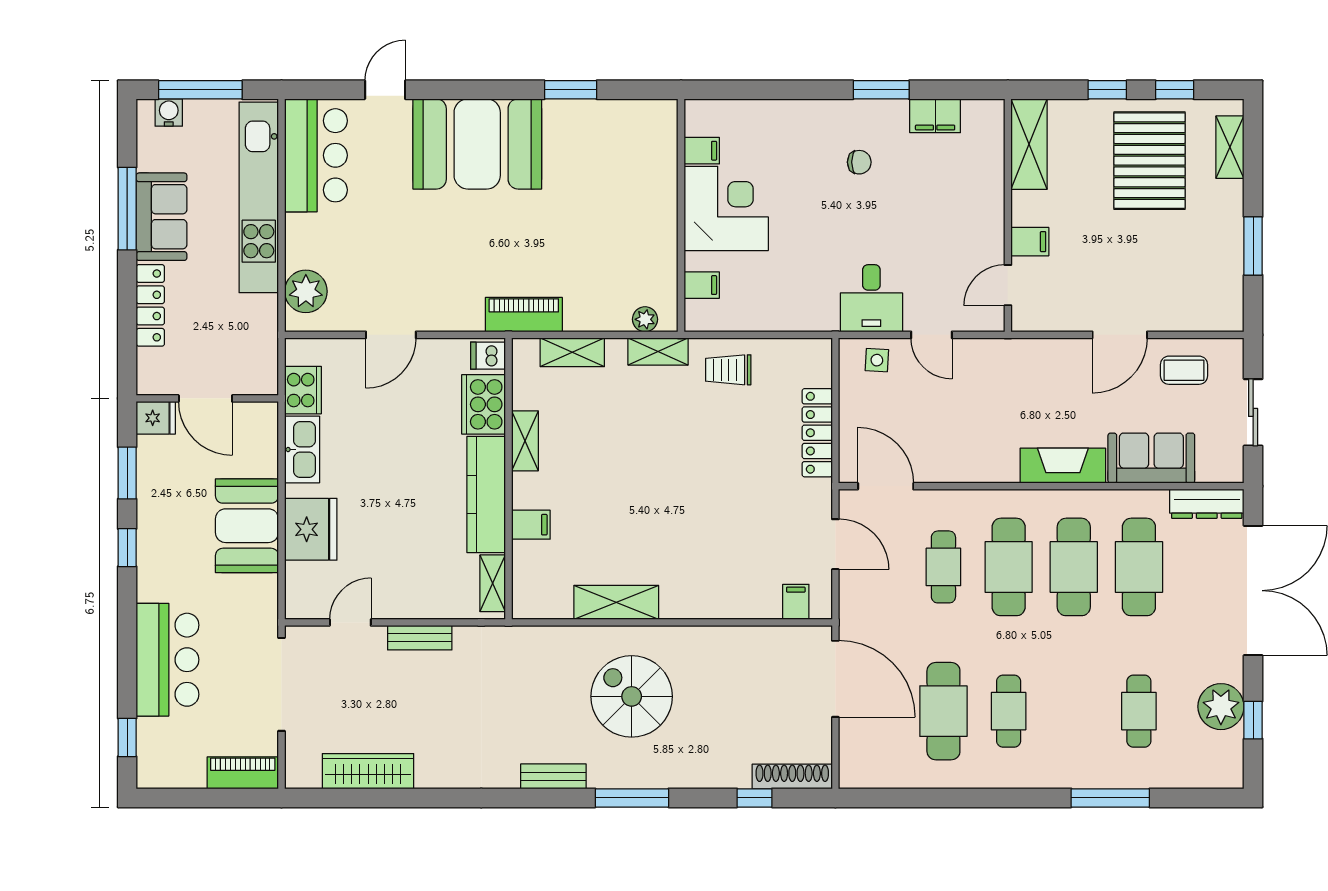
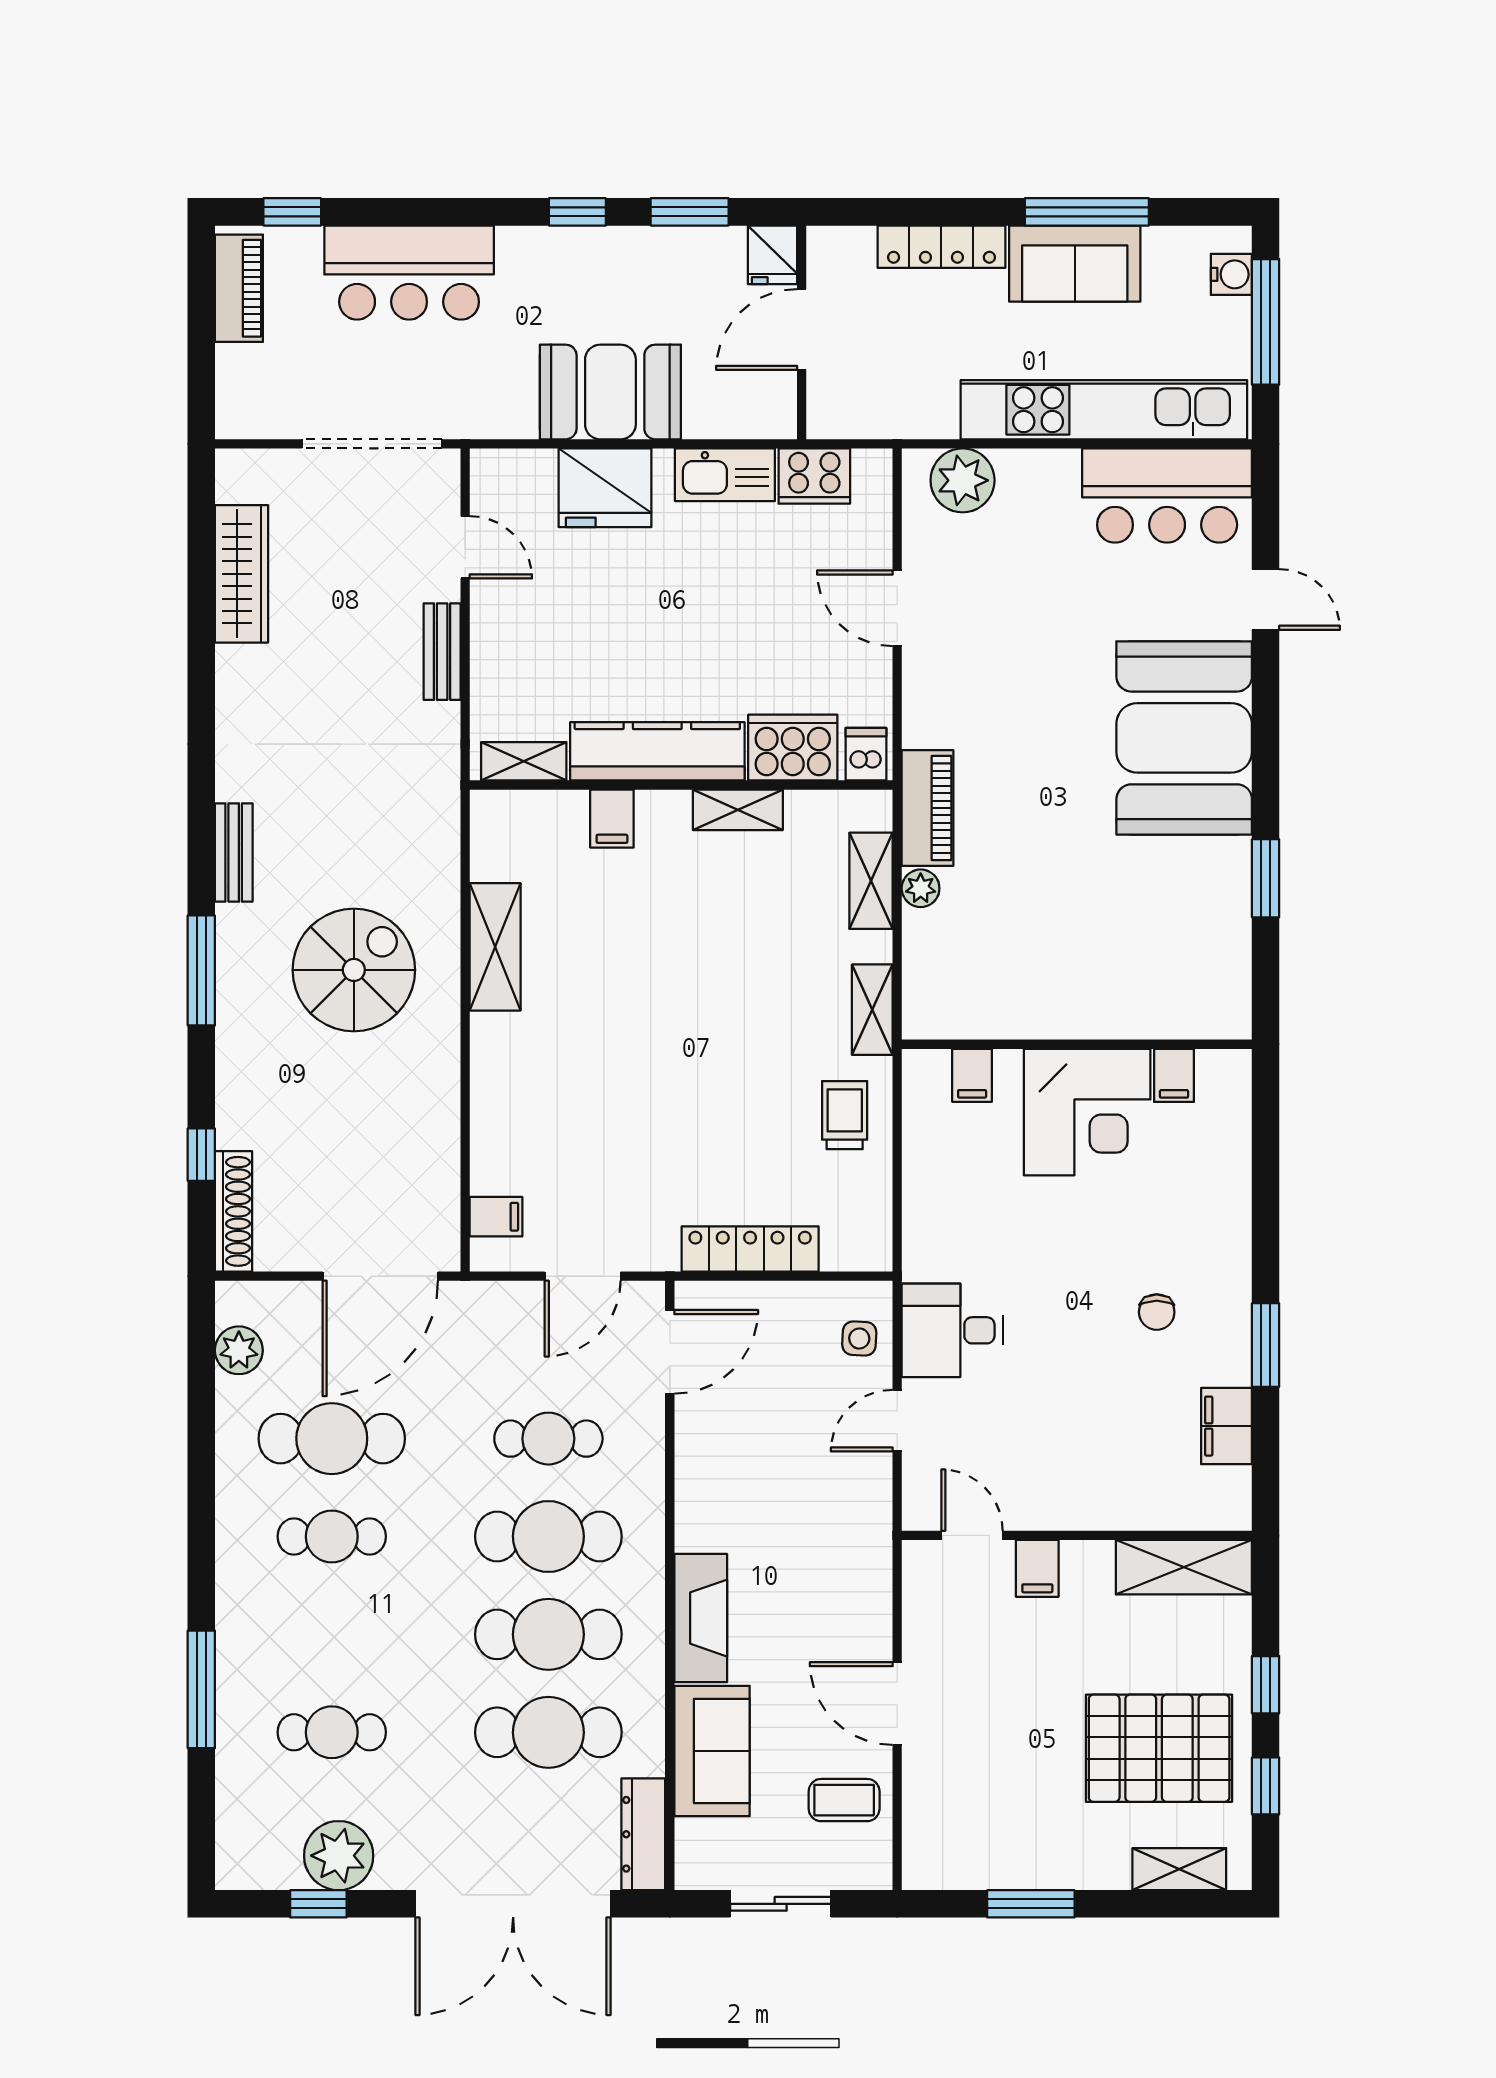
plant: (645, 319) -> (921, 888), moved
coffee table: (1184, 370) -> (844, 1800), turned 90
piano: (243, 773) -> (239, 288), moved
plant: (885, 773) -> (239, 1350), added

